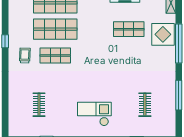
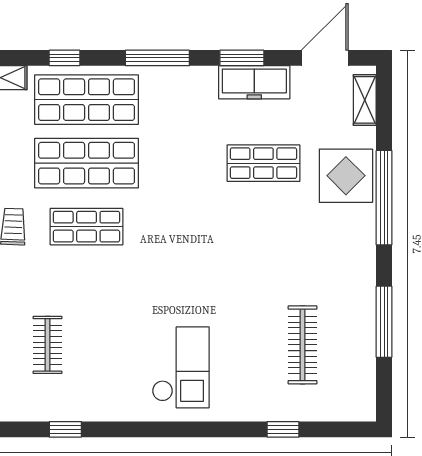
clothes rail: (145, 105) -> (302, 345), width x1.36
checkout: (94, 114) -> (181, 367), turned 90

